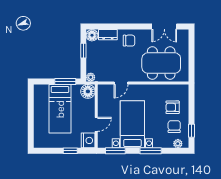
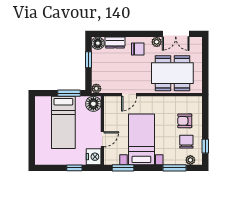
plant: (147, 34) -> (157, 42), added
window: (151, 151) -> (175, 168), moved

